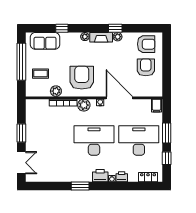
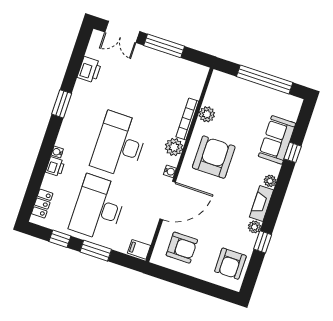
window: (115, 28) -> (263, 242), moved
sofa: (45, 41) -> (277, 140), moved
armchair: (146, 67) -> (182, 248), moved
coffee table: (40, 74) -> (239, 101), removed
armchair: (82, 78) -> (214, 157), turned -90
window: (21, 133) -> (164, 46), width x1.44
desk: (94, 140) -> (119, 145), turned 180
desk: (139, 140) -> (98, 208), turned 180
printer: (100, 176) -> (89, 70), moved

